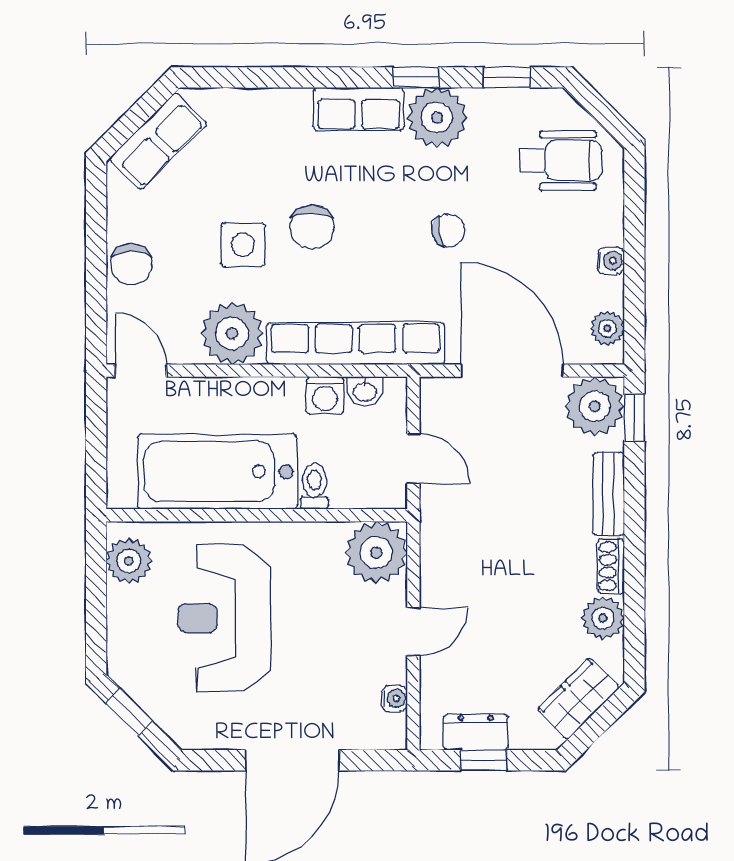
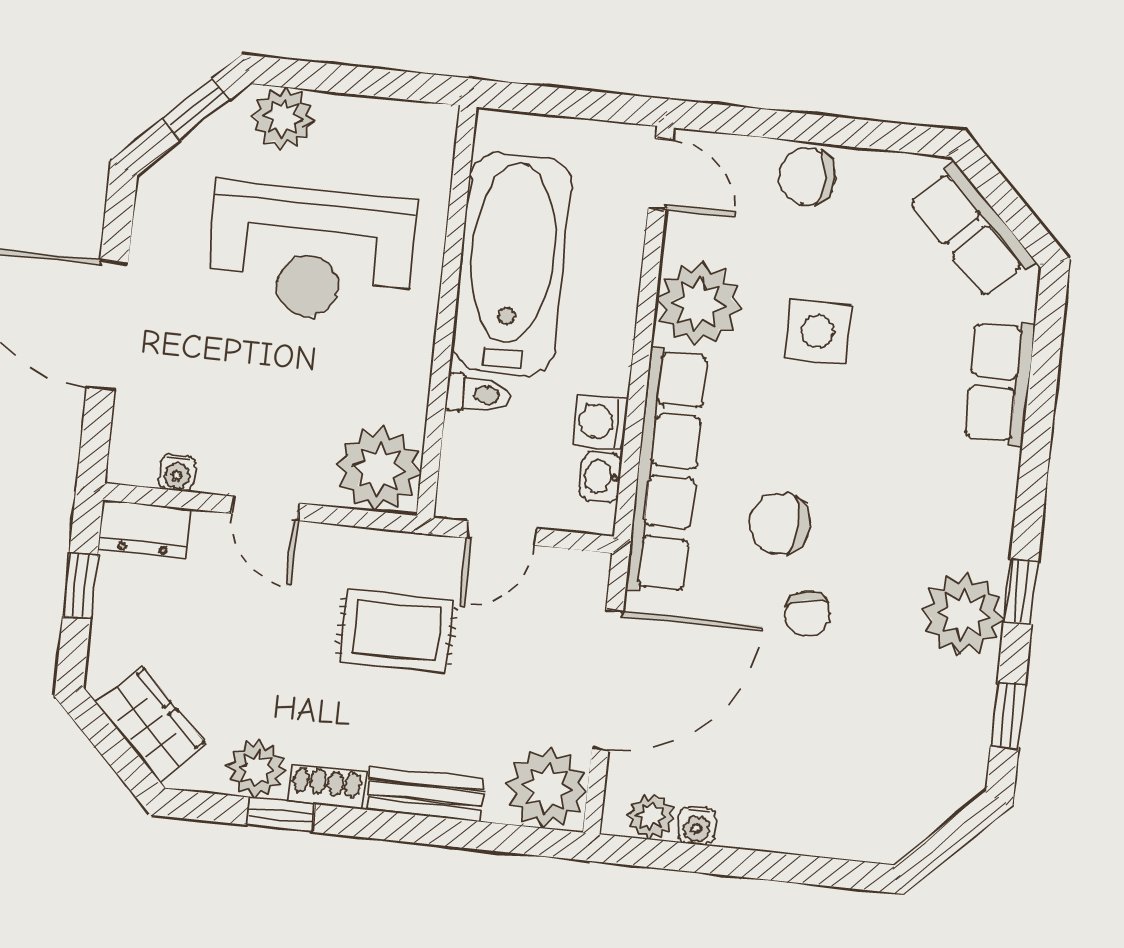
row of seats: (359, 109) -> (999, 383), moved
wheelchair: (561, 161) -> (887, 778), removed
chair: (312, 227) -> (780, 524), moved
water cooler: (611, 261) -> (697, 826), moved
door: (141, 371) -> (661, 174), hinge flipped
window: (634, 417) -> (281, 815), moved
rug: (492, 527) -> (397, 630), added
plant: (129, 561) -> (283, 118), moved
reception desk: (224, 618) -> (311, 253), turned 180
dresser: (476, 732) -> (144, 529), moved, turned 90

